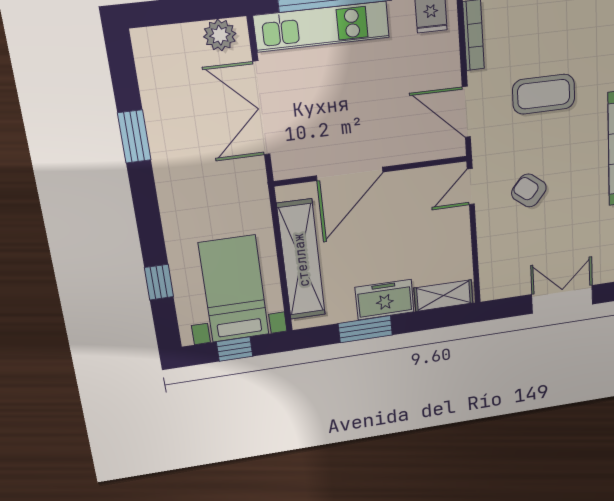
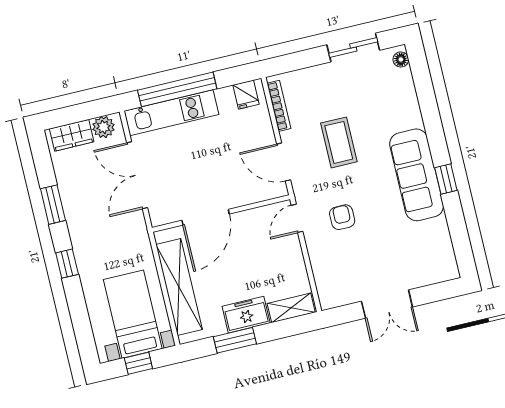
wardrobe: (171, 41) -> (72, 135), added
coffee table: (544, 94) -> (339, 142), turned 90
armchair: (529, 190) -> (342, 217), turned 51
window: (159, 282) -> (67, 264), moved
double door: (562, 299) -> (387, 304), swing flipped

